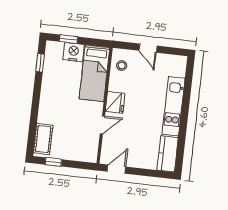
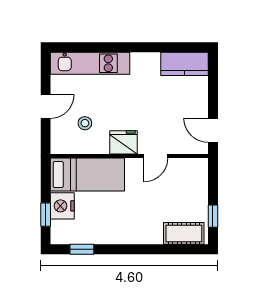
stool: (122, 65) -> (85, 123), moved
kitchen unit: (174, 106) -> (90, 63), moved
door: (102, 125) -> (156, 156), swing flipped

